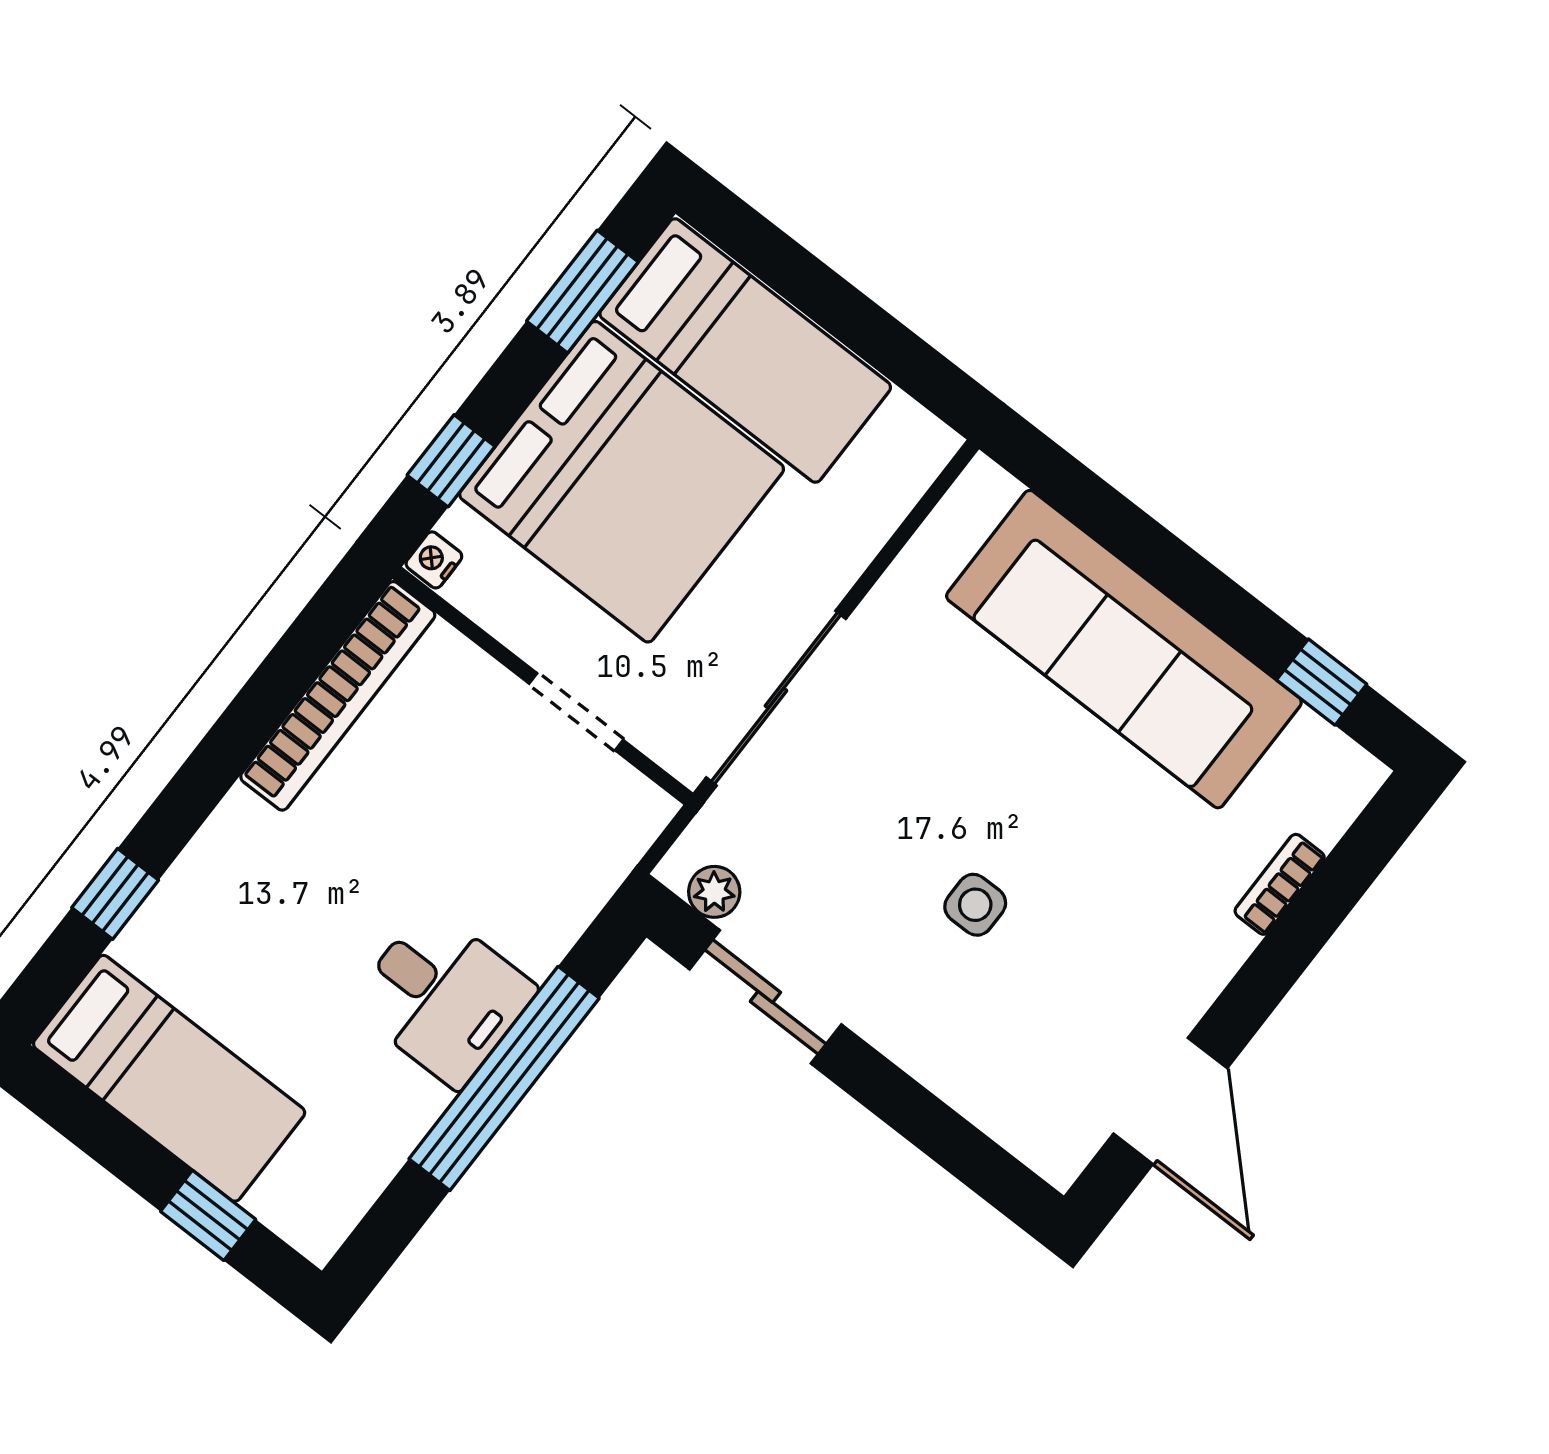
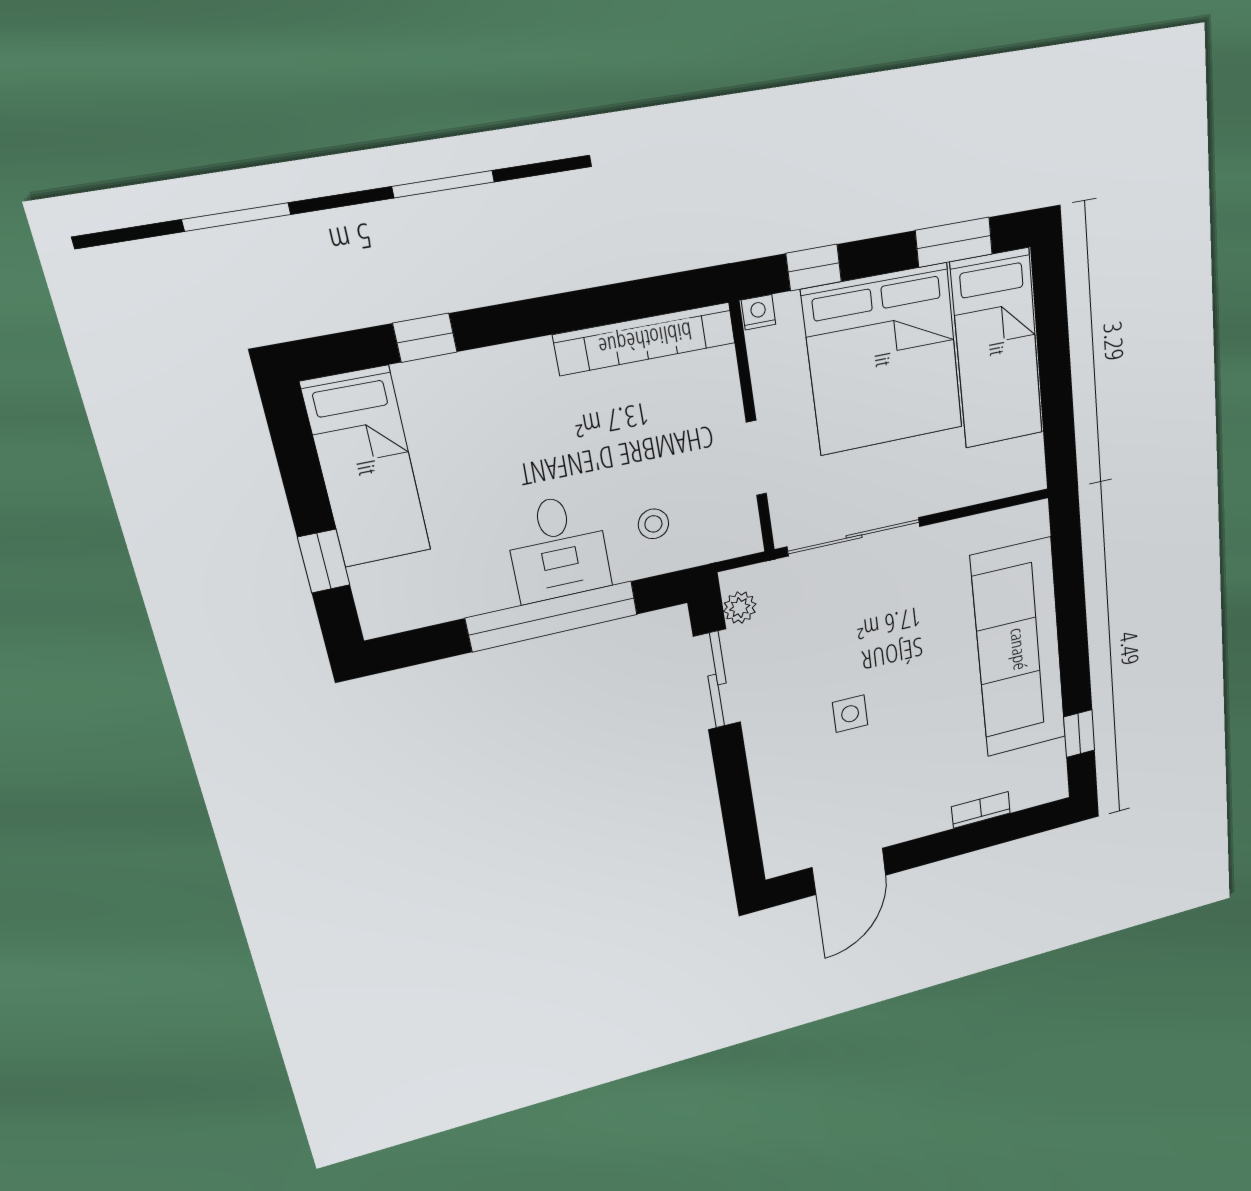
stool: (526, 882) -> (653, 524), added

